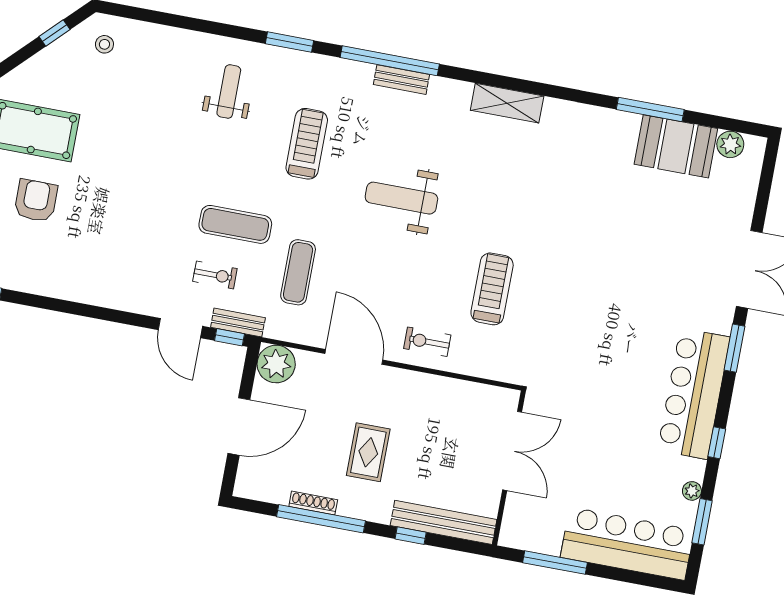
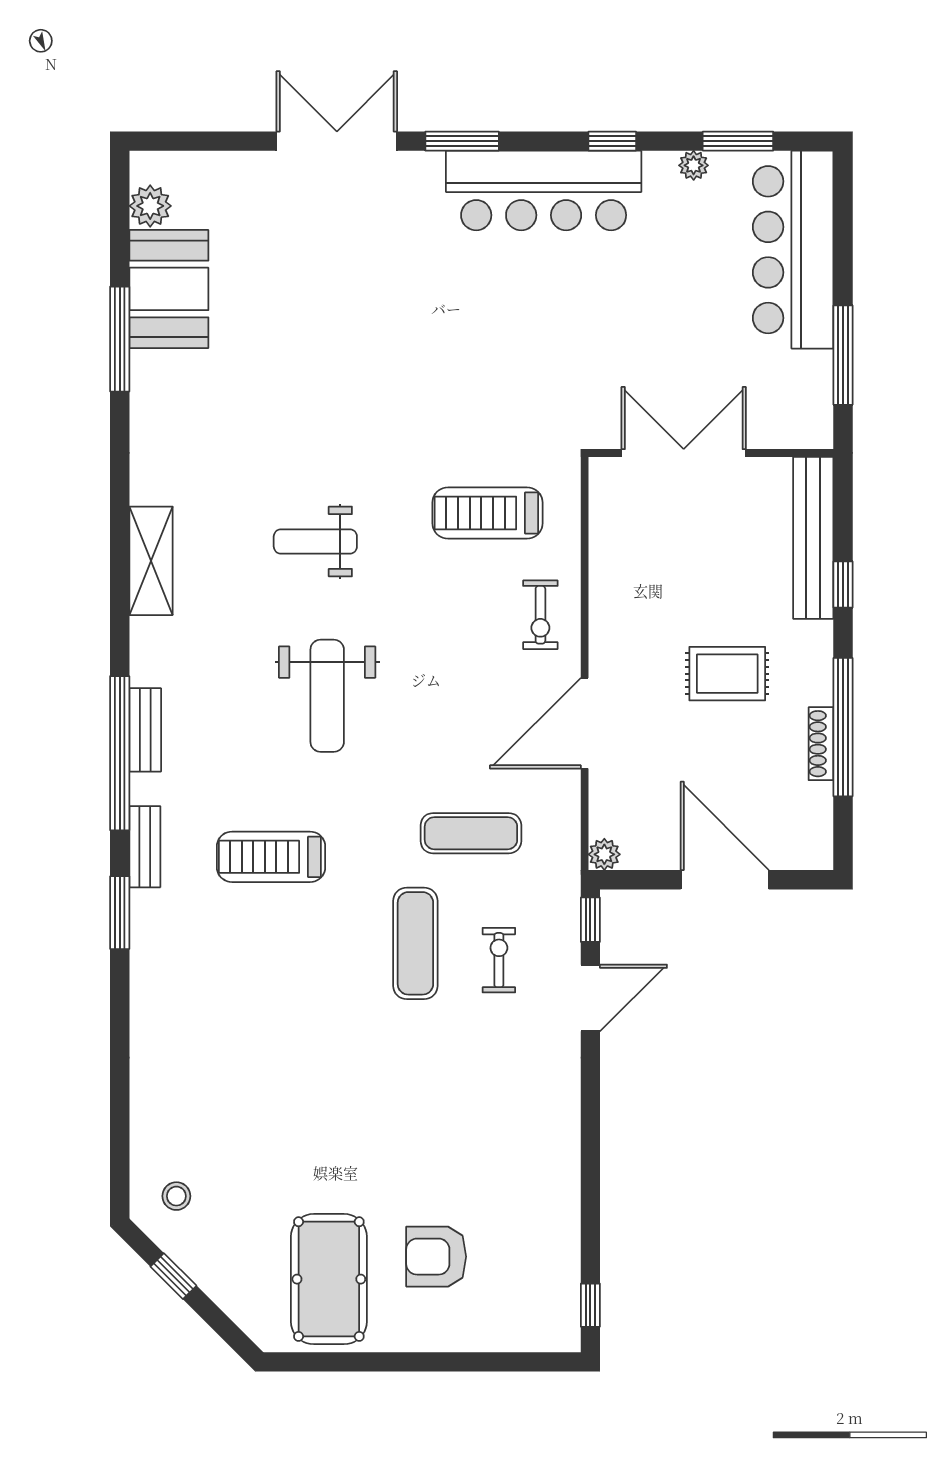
weight bench: (229, 91) -> (315, 541), moved
treadmill: (492, 289) -> (488, 513), moved
bench: (238, 323) -> (145, 847), moved
plant: (276, 364) -> (604, 854), width x0.53, depth x0.53

